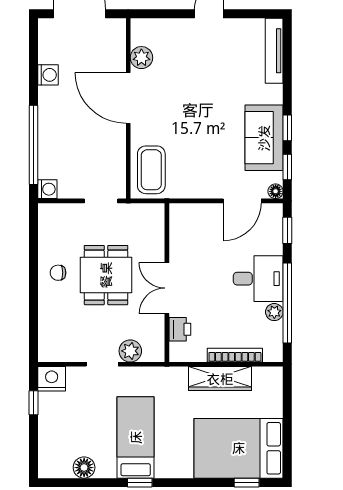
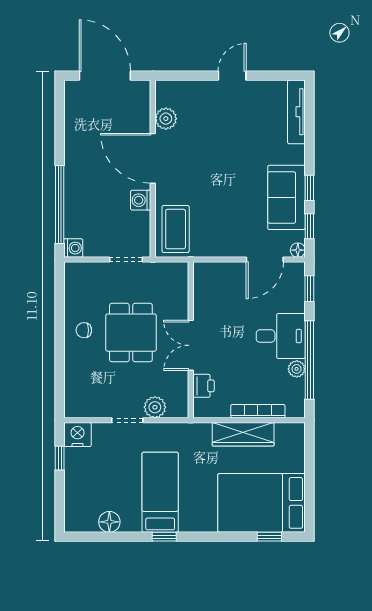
washing machine: (48, 75) -> (141, 200), moved, turned 180

